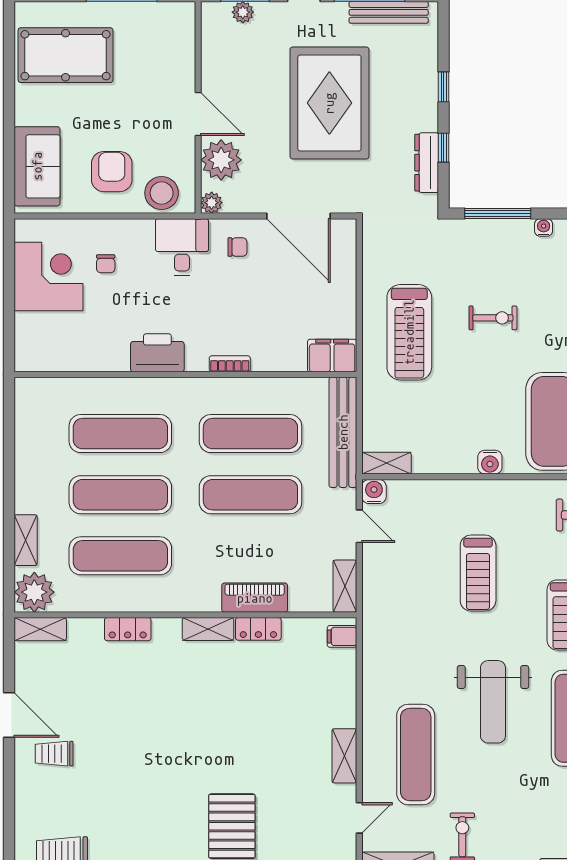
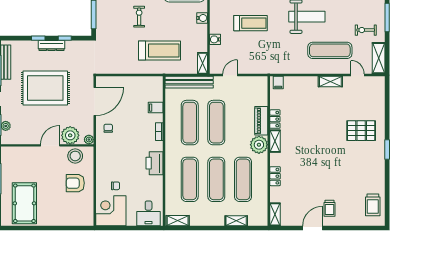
dresser: (427, 163) -> (51, 46), moved
sofa: (37, 166) -> (73, 216), removed
stool: (162, 193) -> (75, 156), moved
desk: (182, 247) -> (149, 213), moved, turned -90
corner desk: (49, 276) -> (111, 211), moved
treadmill: (409, 332) -> (160, 50), moved
filing cabinet: (332, 356) -> (156, 108), moved, width x0.50
water cooler: (374, 492) -> (215, 39), moved
shelving: (345, 586) -> (178, 221), moved
plant: (34, 592) -> (259, 145), moved

